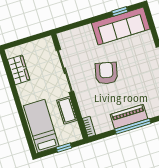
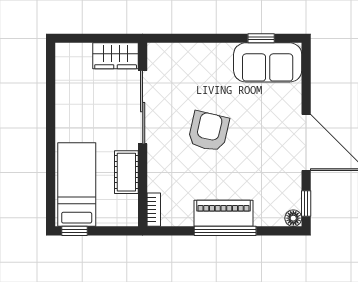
sofa: (121, 26) -> (268, 62), width x0.73
wardrobe: (19, 70) -> (116, 56), moved, turned 90
window: (64, 148) -> (74, 231), moved

